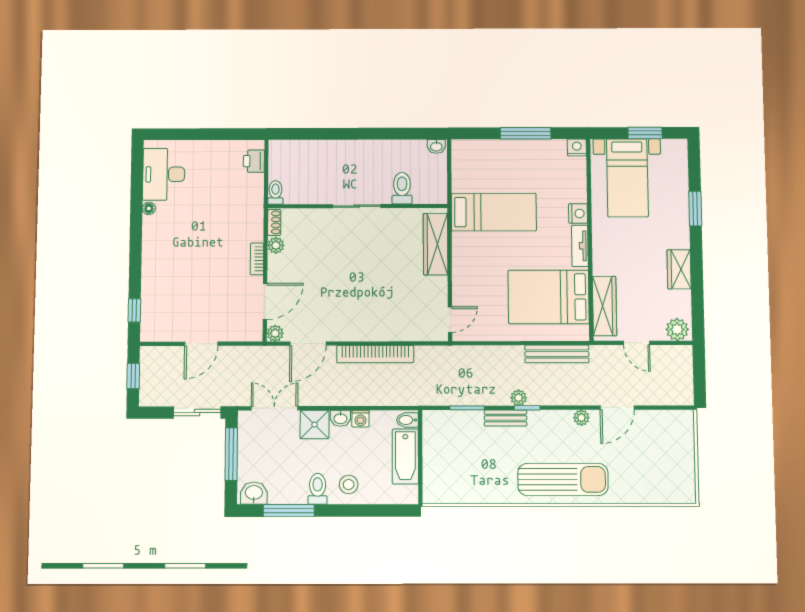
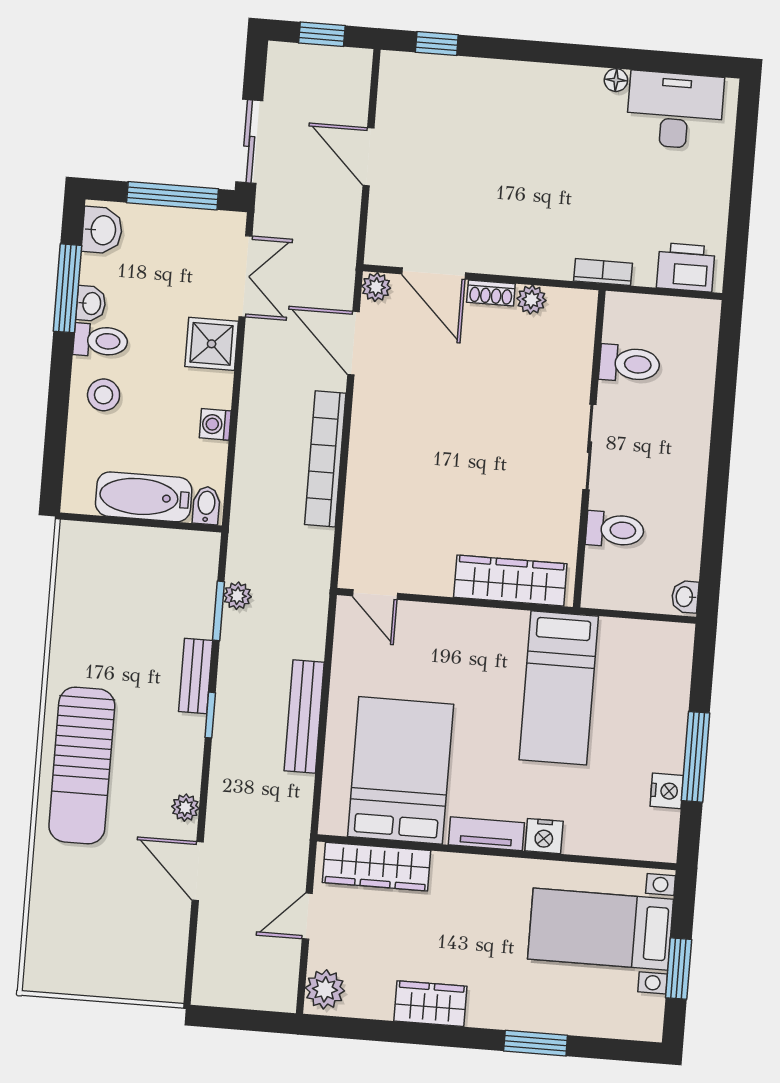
nightstand: (577, 147) -> (667, 791), moved
printer: (254, 161) -> (686, 267), width x1.36, depth x1.24
toilet: (275, 192) -> (629, 364), moved, width x1.37, depth x1.39
shoe rack: (274, 222) -> (491, 293), moved
bookcase: (257, 259) -> (603, 272), moved
bench: (557, 354) -> (304, 716), moved
plant: (519, 398) -> (237, 596), moved
washbasin: (340, 418) -> (91, 303), moved, turned 180

